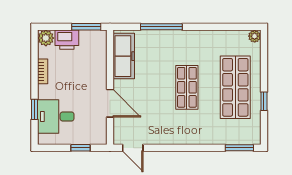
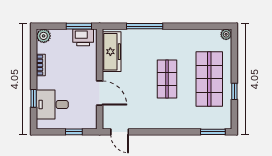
printer: (67, 40) -> (83, 37), moved

